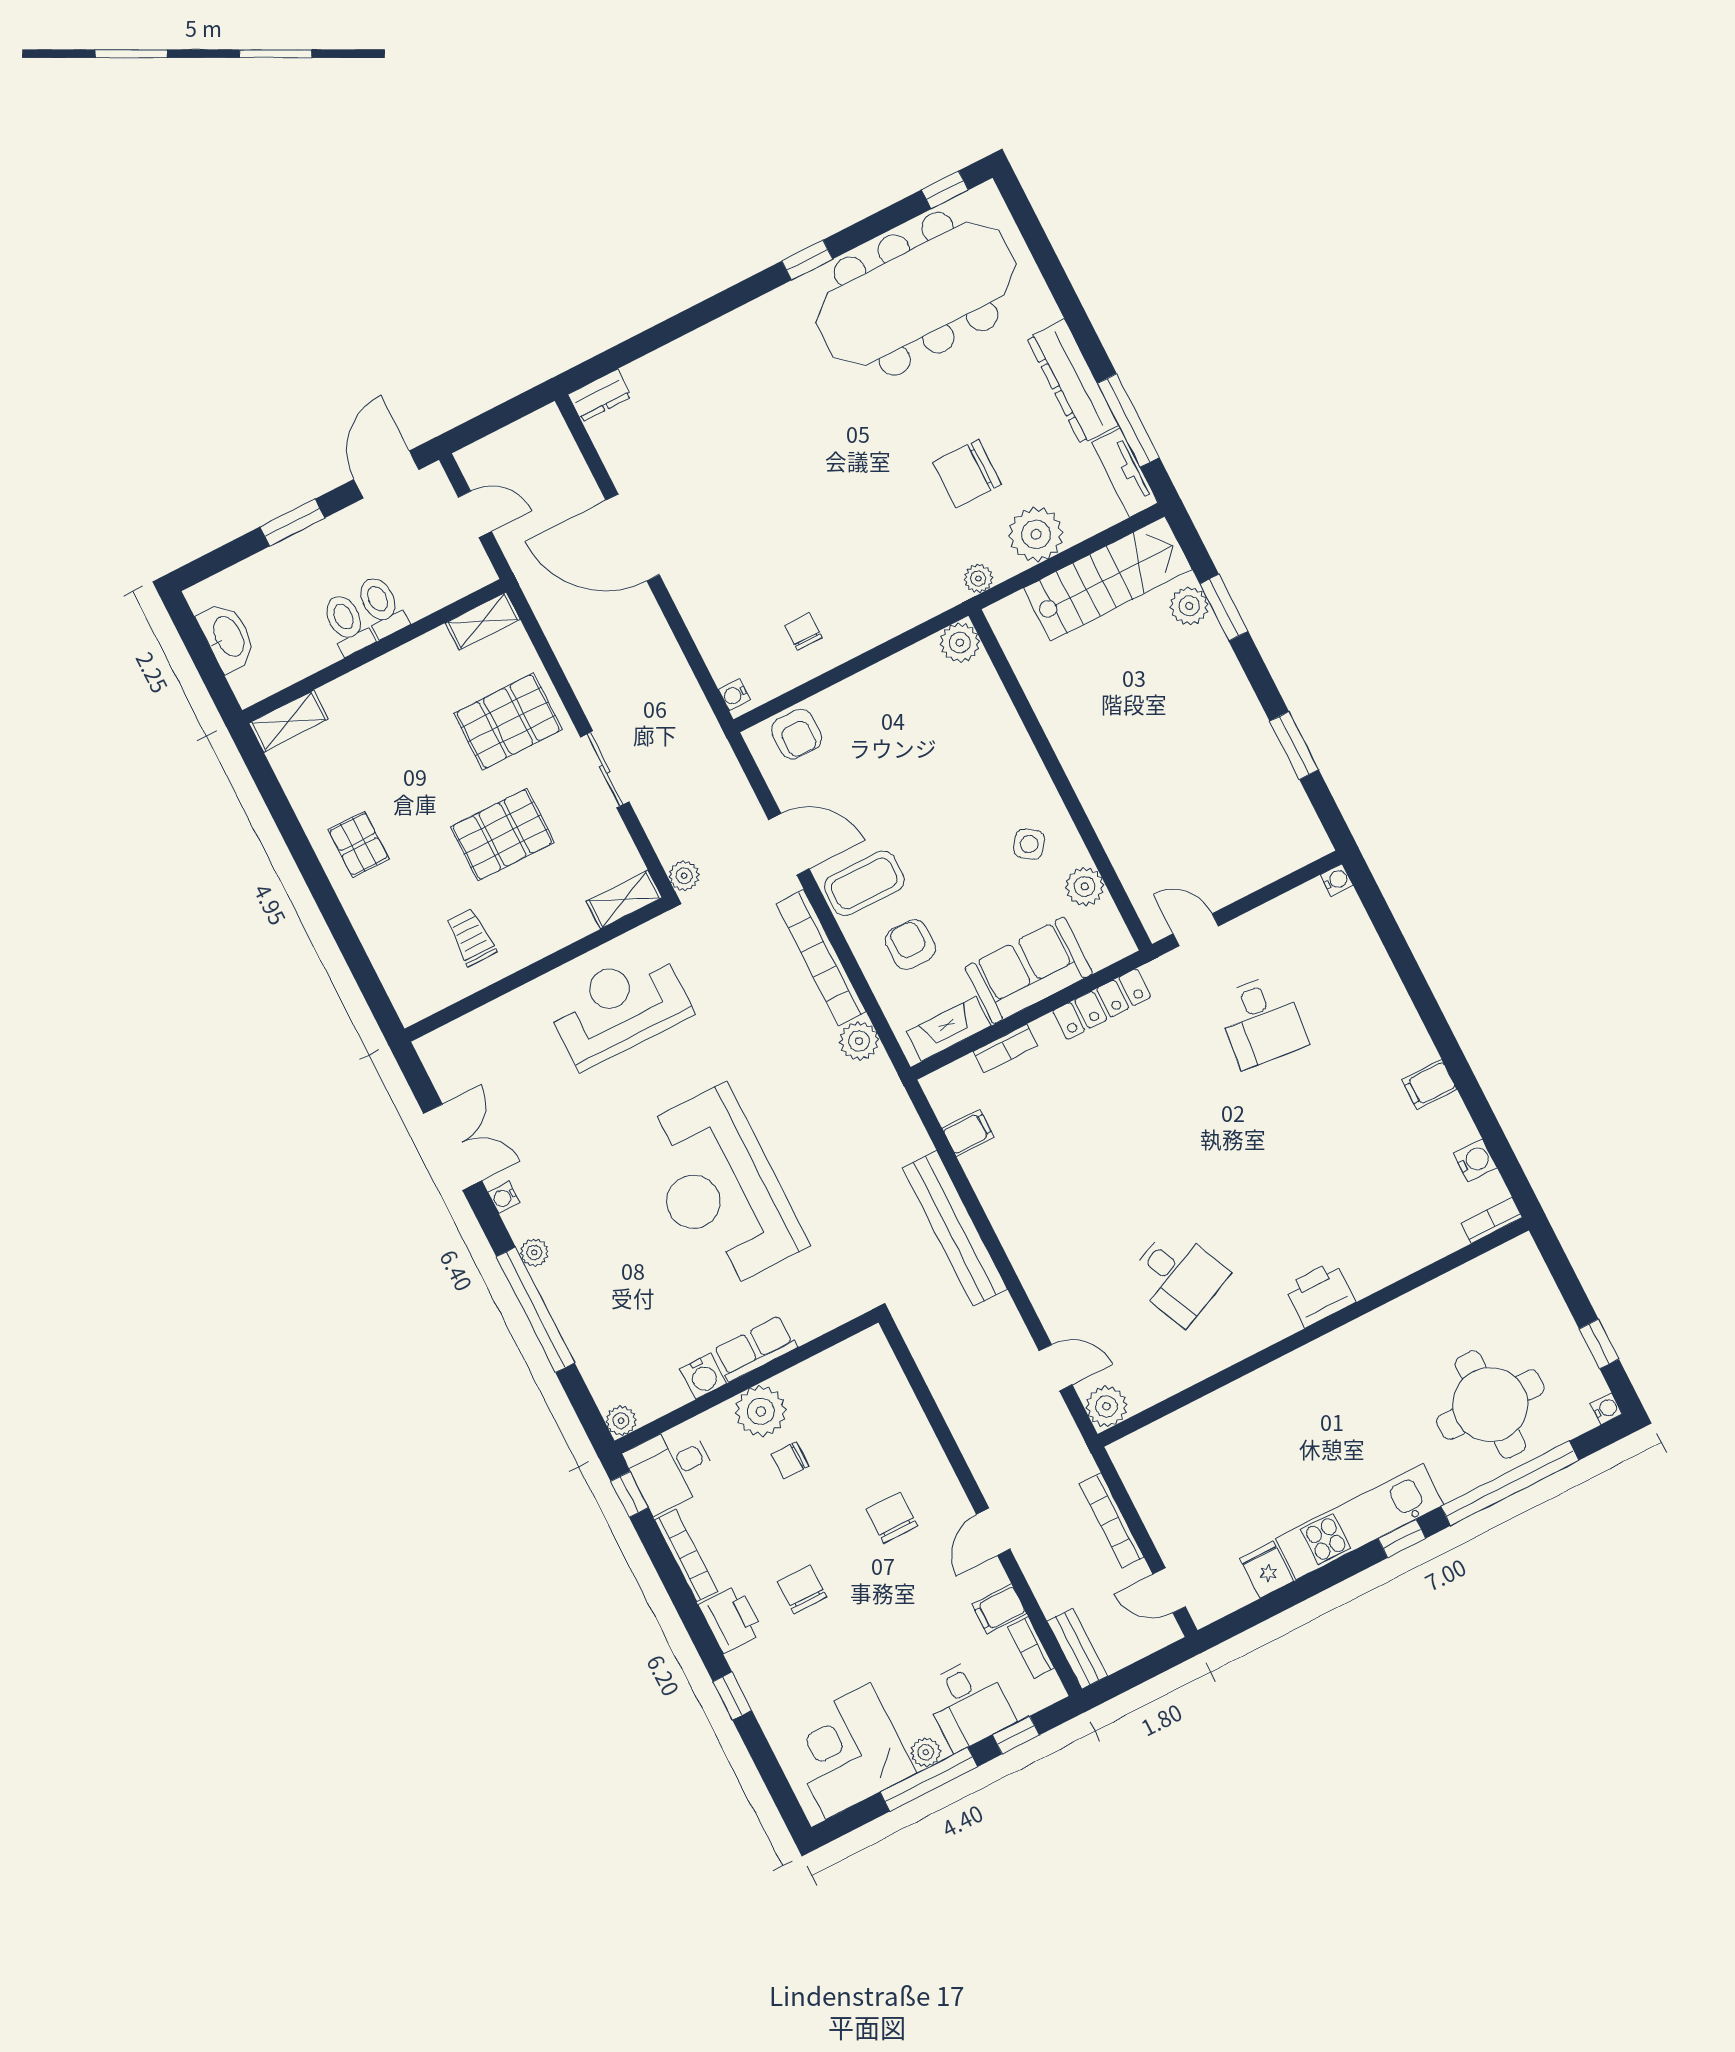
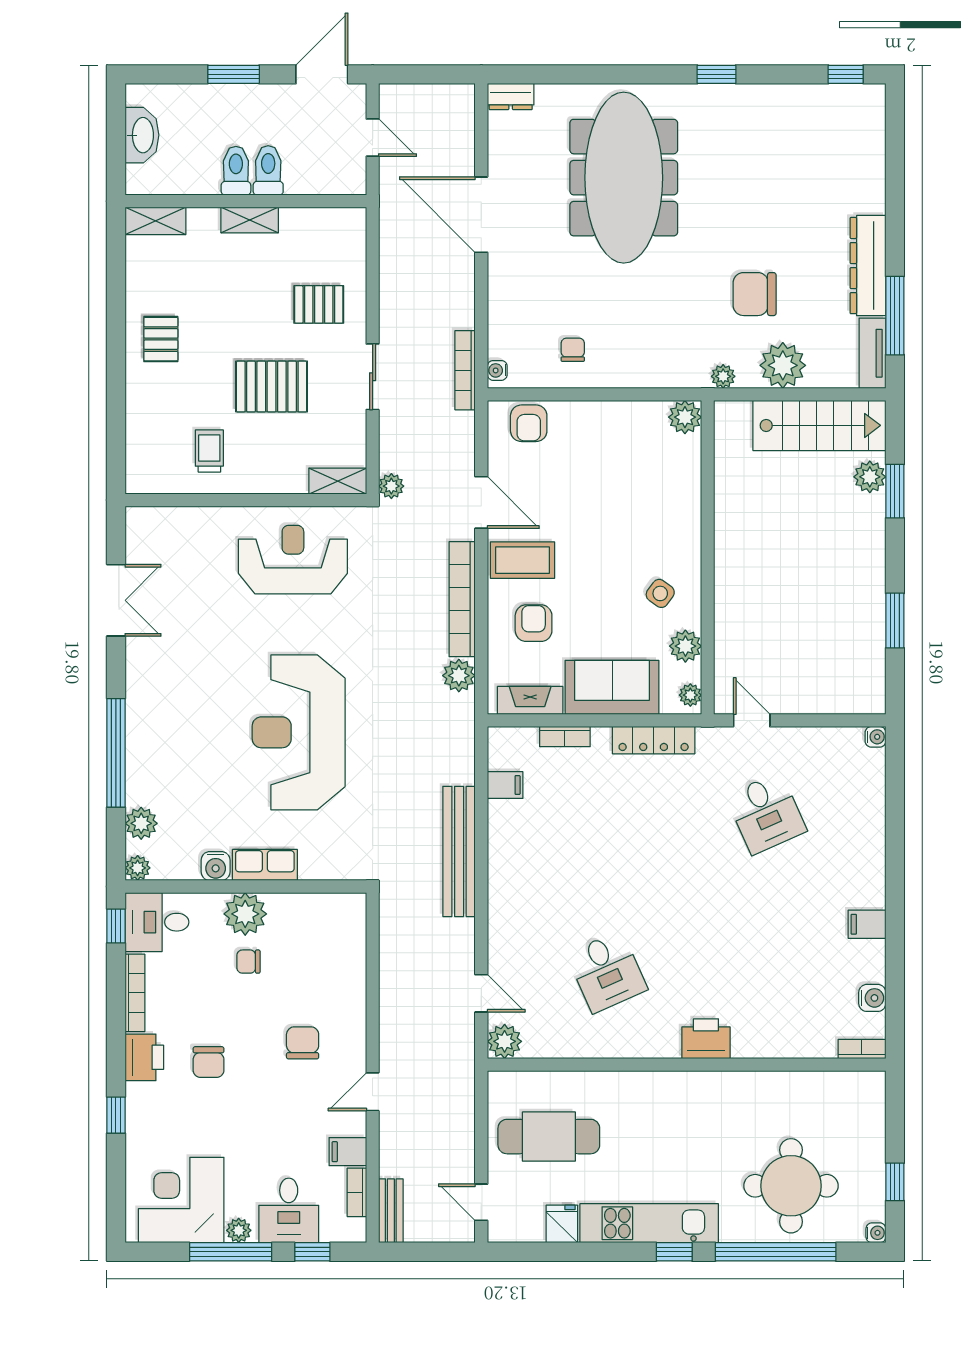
meeting table: (916, 294) -> (624, 178), moved, turned 90
shelving: (483, 621) -> (250, 220), moved
pallet: (508, 721) -> (319, 304), width x0.67, depth x0.71
plant: (1116, 936) -> (690, 695), added
desk: (1262, 1021) -> (766, 813), turned -30
water cooler: (504, 1198) -> (135, 657), removed
plant: (534, 1253) -> (141, 823), moved, width x1.38, depth x1.38
cafe table: (1205, 1484) -> (549, 1137), added
bookcase: (1112, 1521) -> (465, 370), moved
chair: (802, 1589) -> (209, 1062), turned 180

